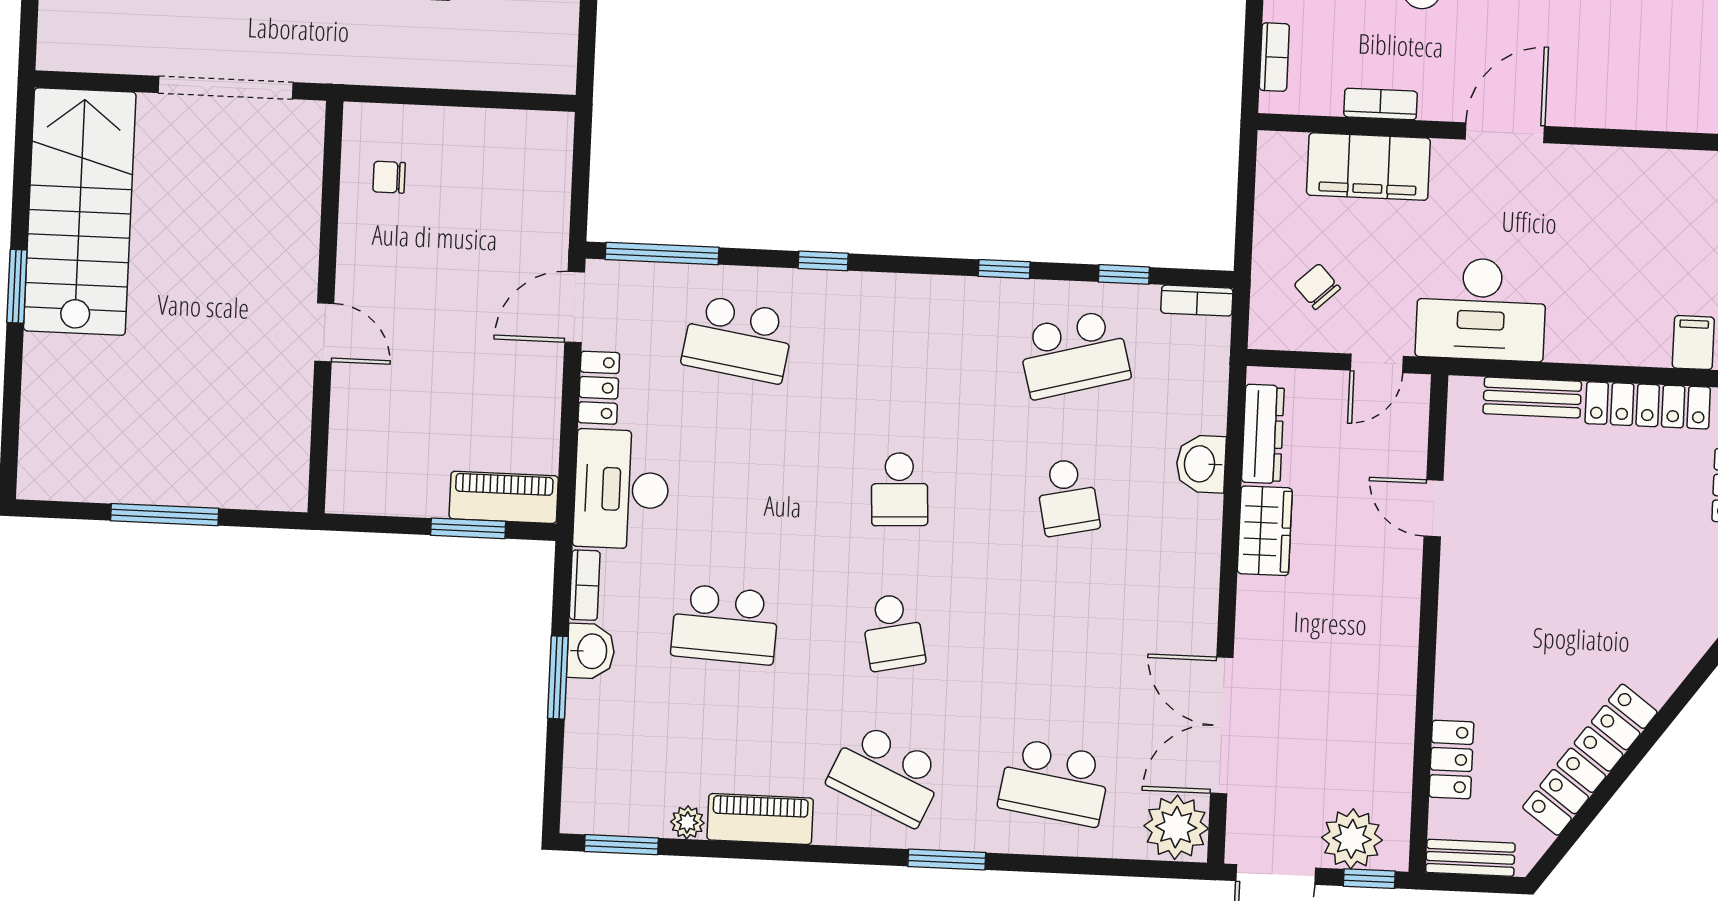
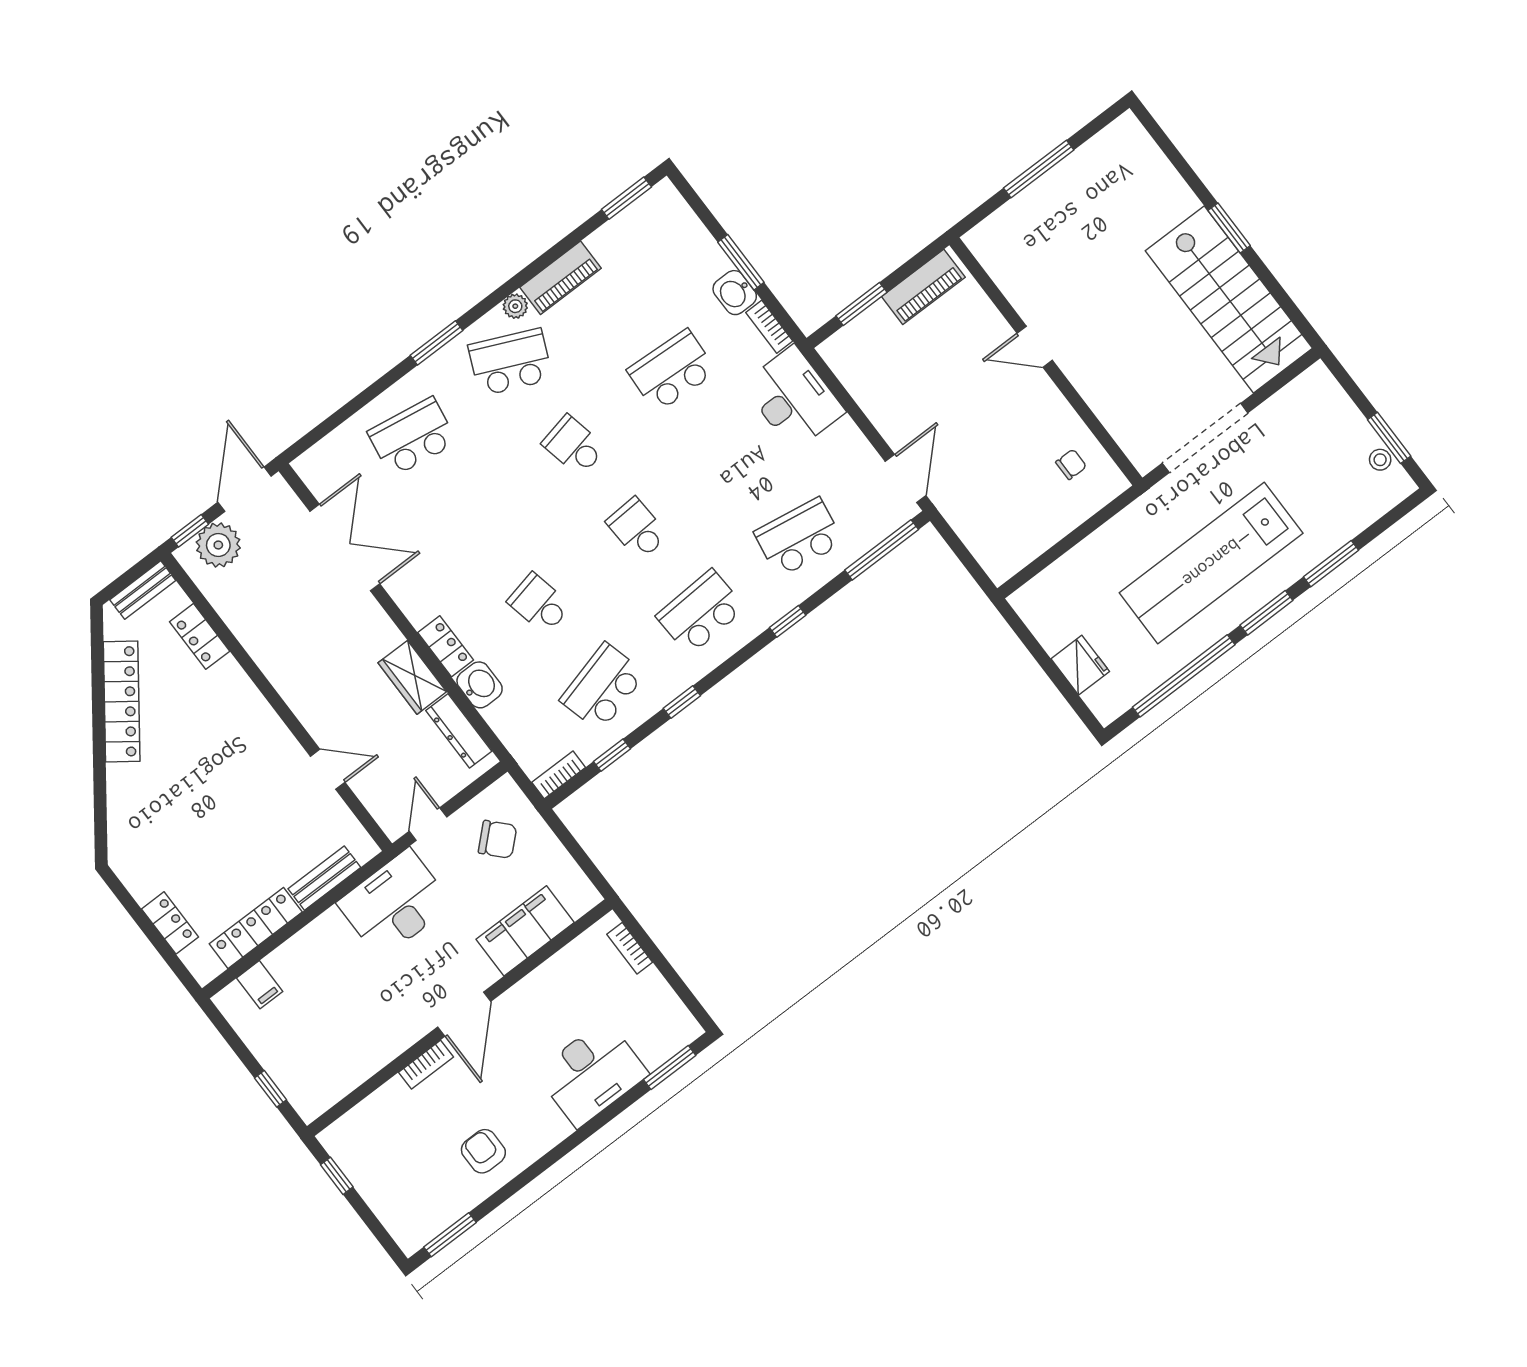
bookcase: (1381, 104) -> (426, 1065), moved
chair: (1317, 287) -> (498, 839), width x1.37, depth x1.37
school desk: (906, 347) -> (701, 612), added
locker: (599, 388) -> (446, 646), moved, turned 180
piano: (504, 497) -> (923, 287), moved
plant: (687, 822) -> (515, 306), moved
plant: (1176, 827) -> (323, 469), removed

